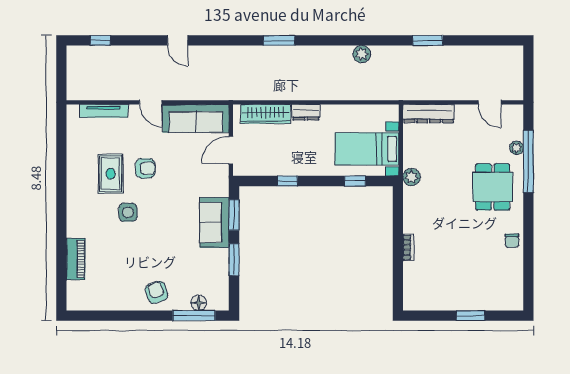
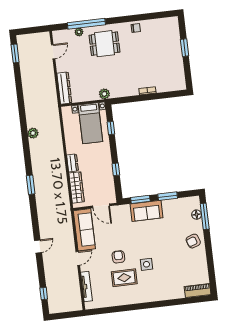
window: (428, 40) -> (15, 53), moved
piano: (76, 259) -> (198, 290), moved

